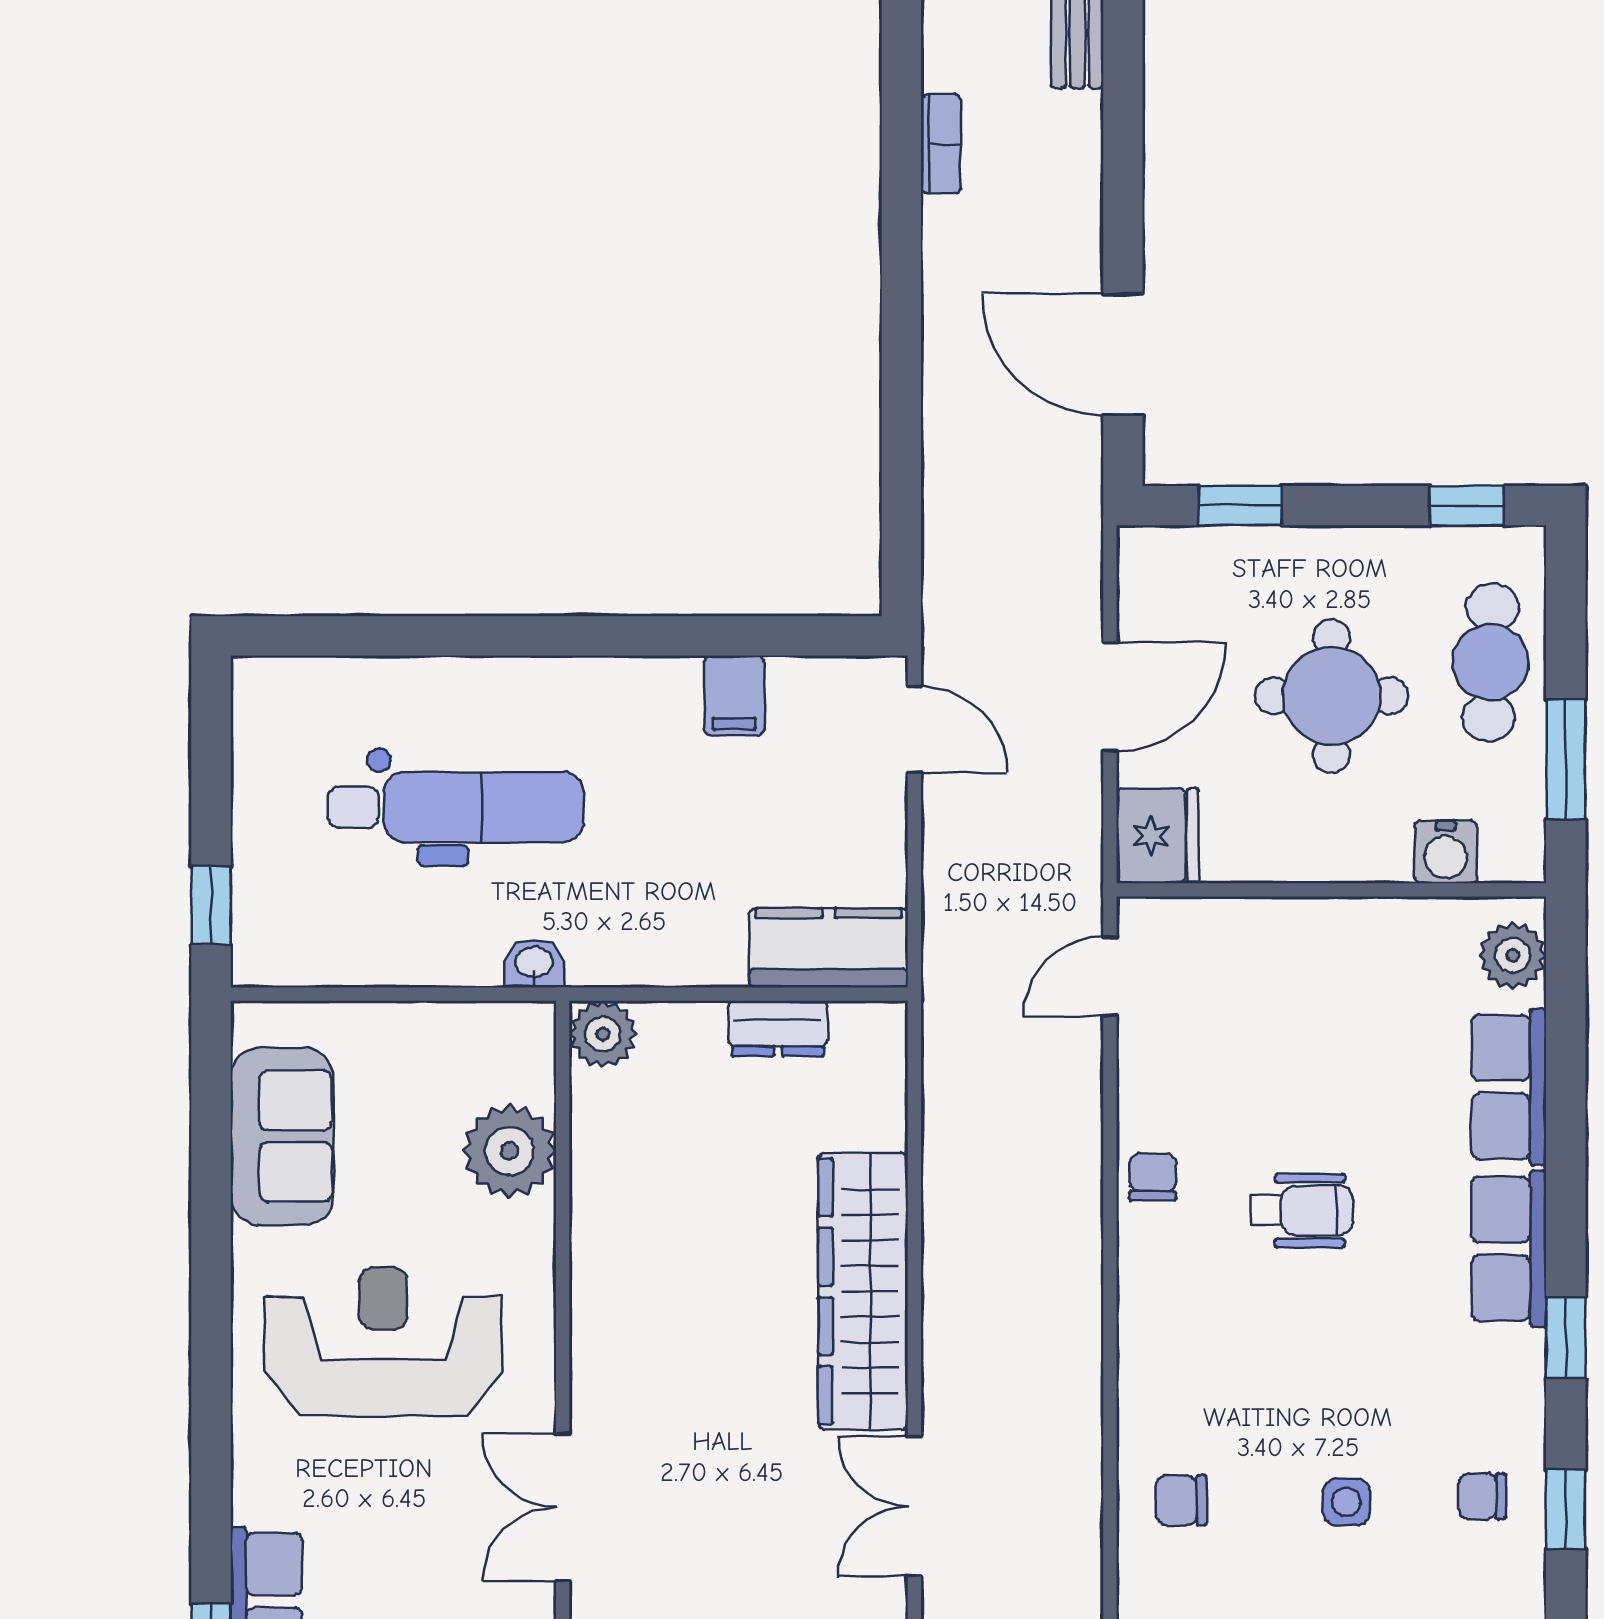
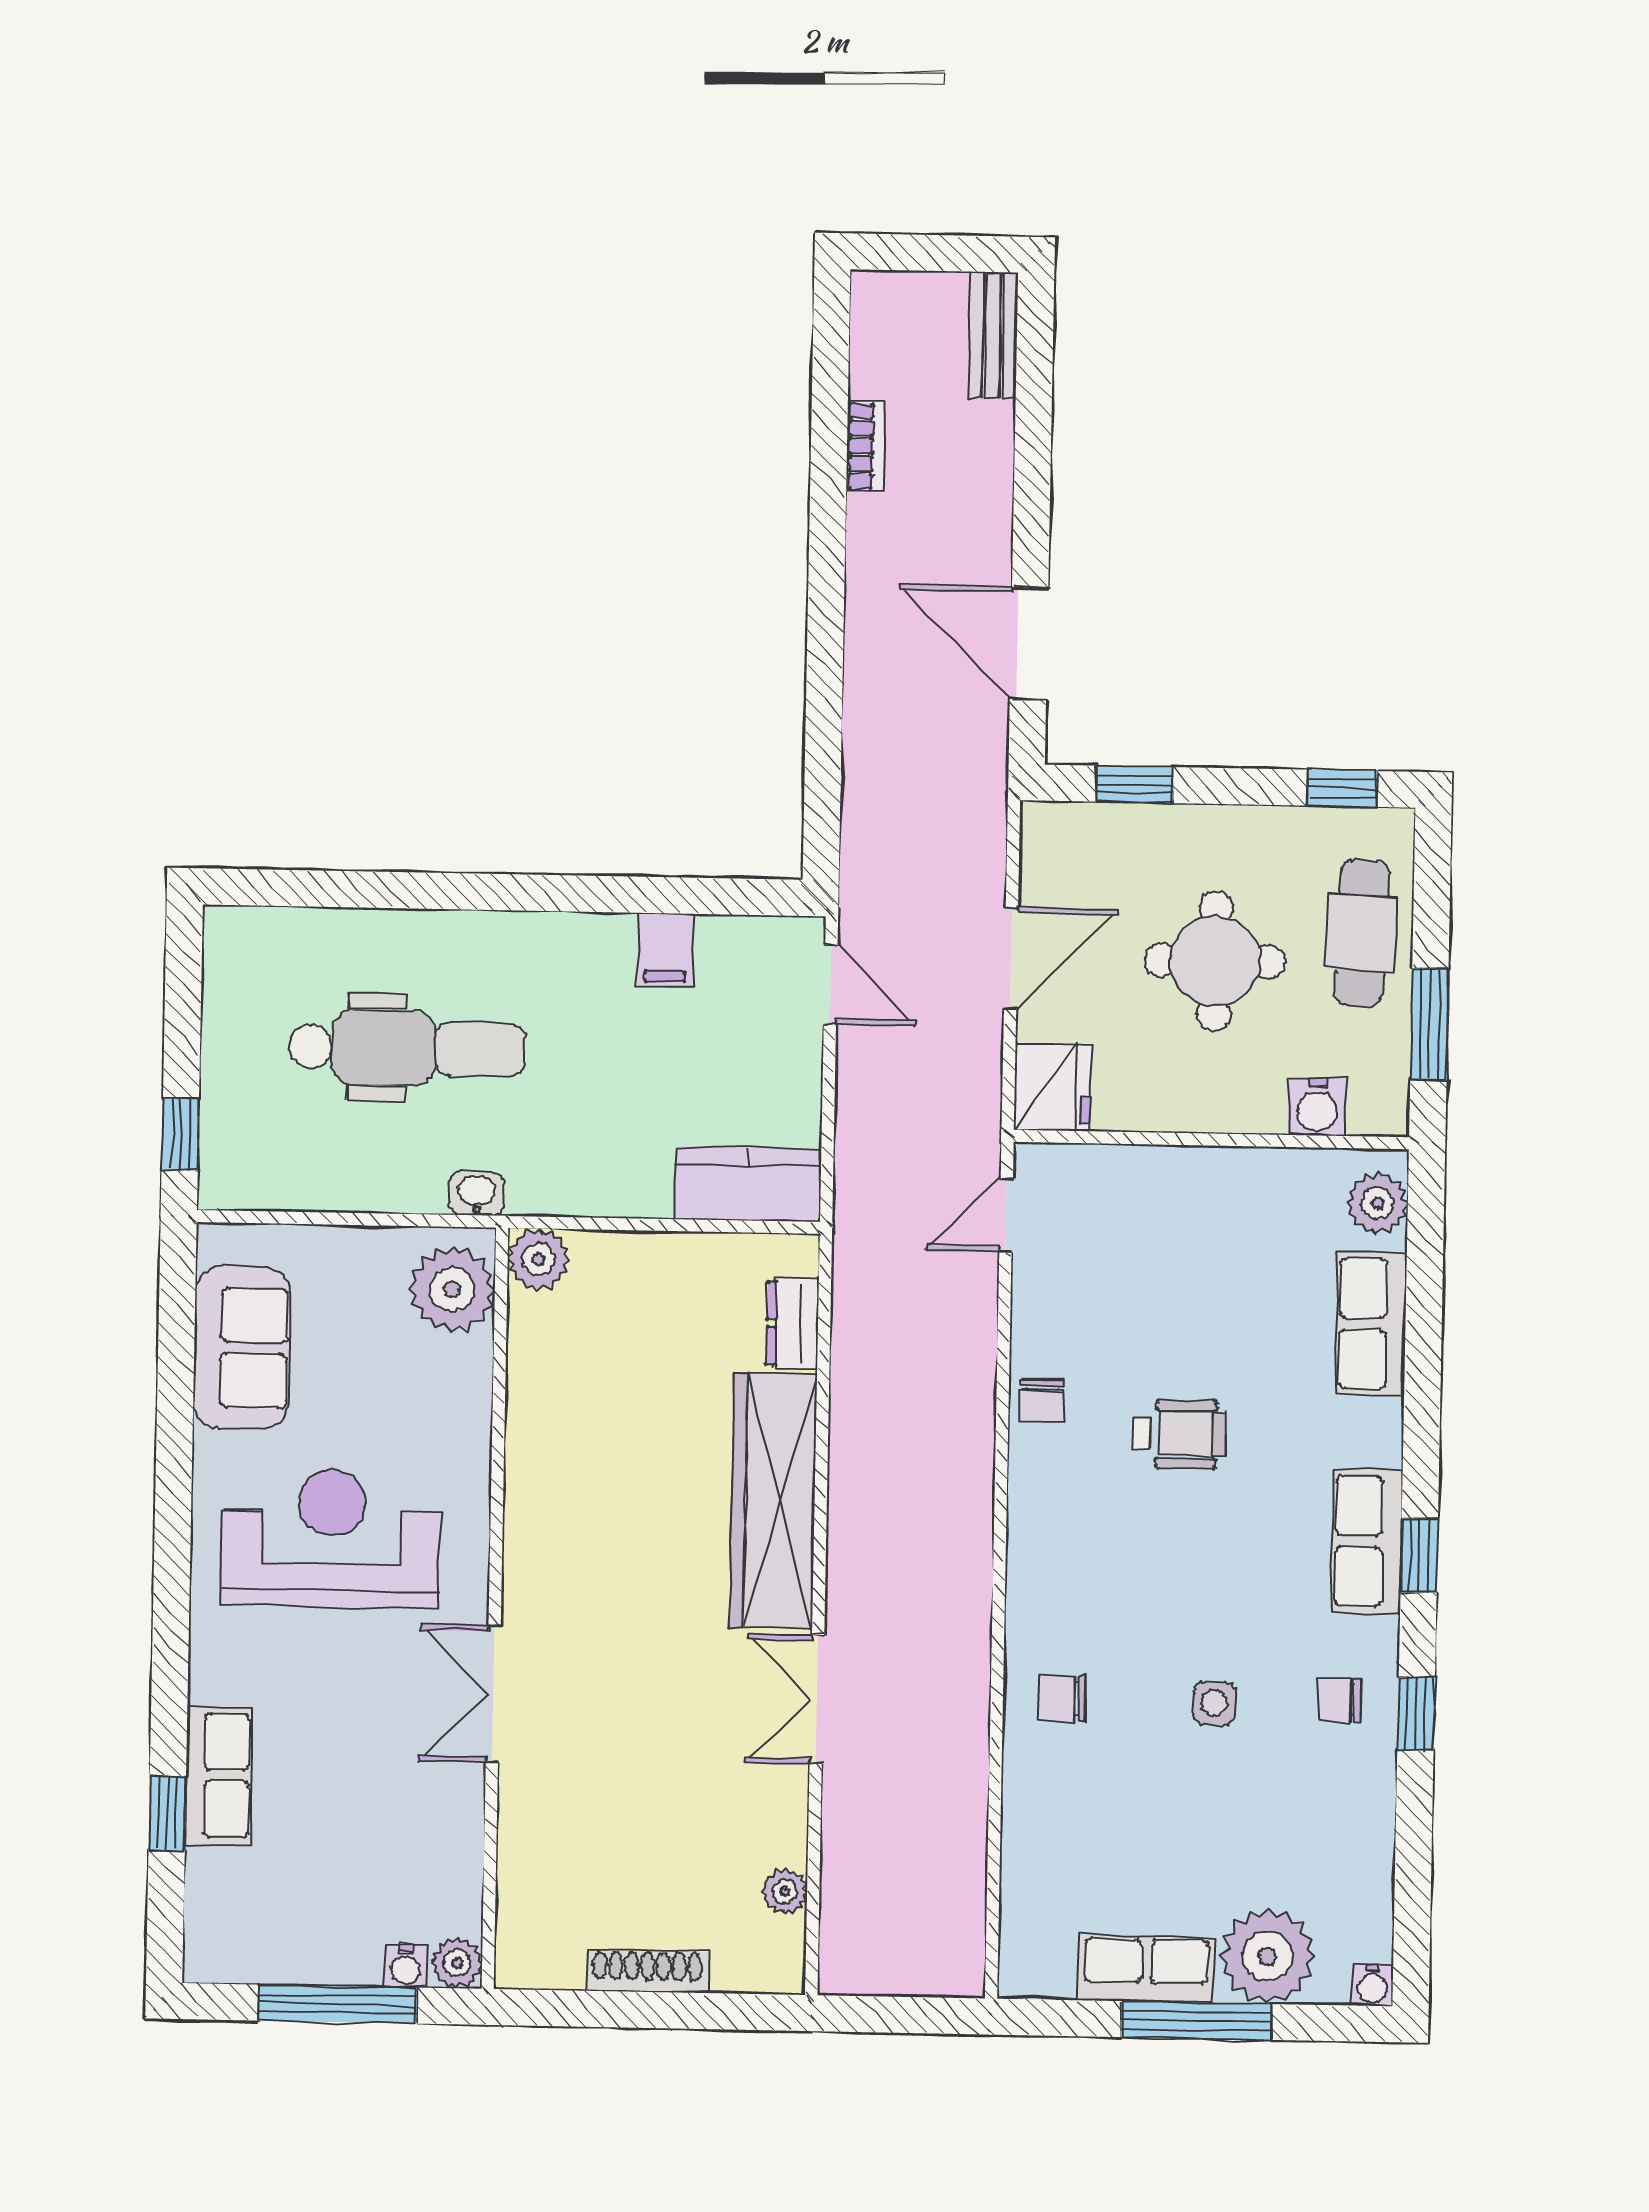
dresser: (778, 1028) -> (793, 1323), moved, turned 90
plant: (510, 1151) -> (452, 1289), moved
chair: (1153, 1177) -> (1042, 1401), turned 180
row of seats: (1509, 1249) -> (1367, 1541), moved

